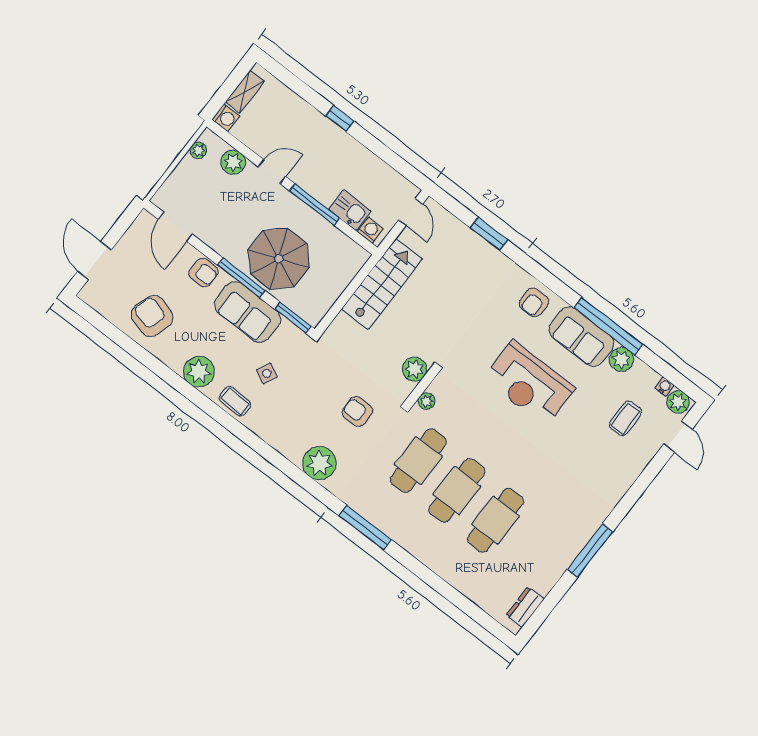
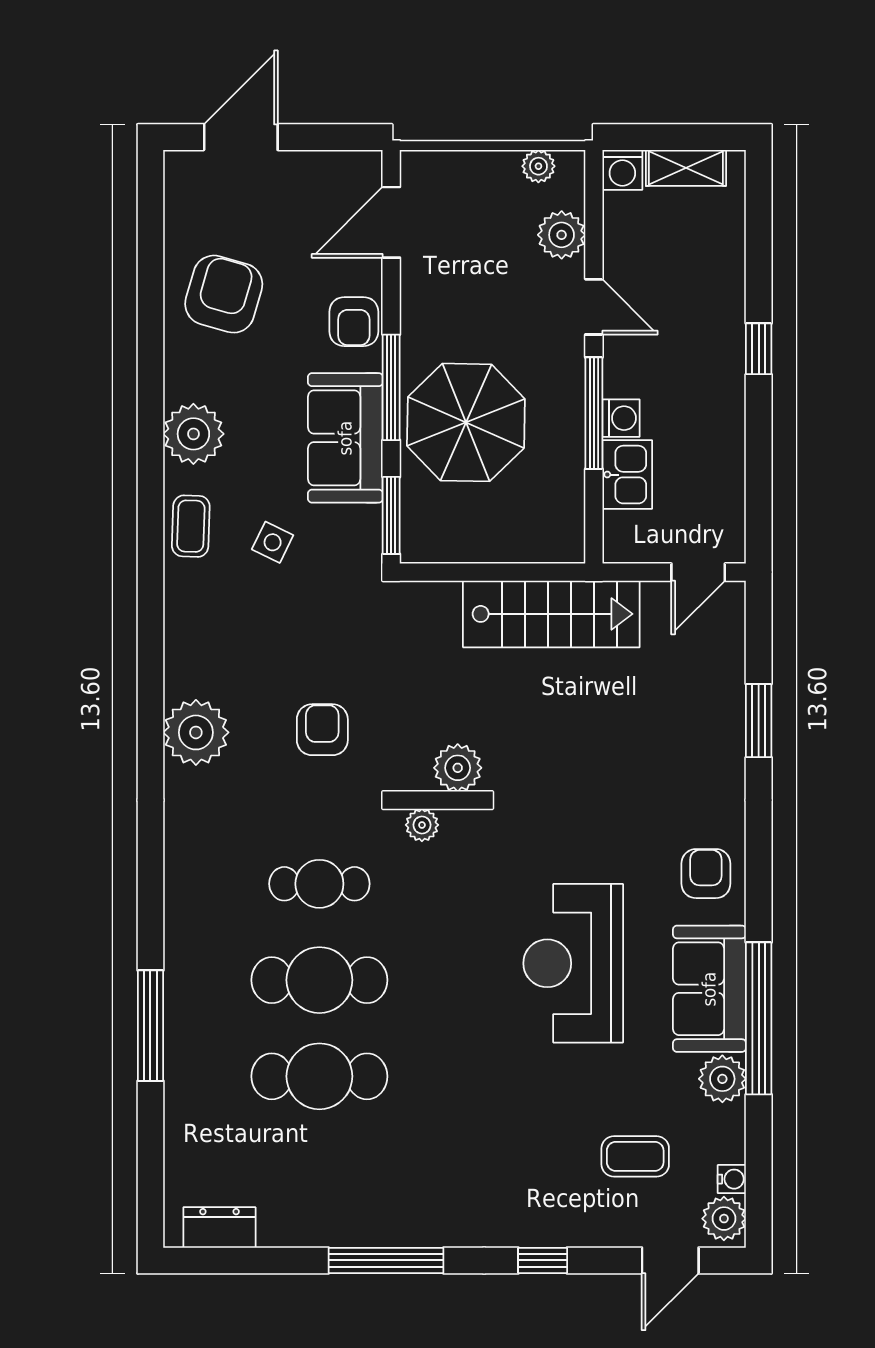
washing machine: (370, 230) -> (621, 418), moved
armchair: (534, 302) -> (706, 874), turned 90
cafe table: (418, 461) -> (319, 884), width x0.73, depth x0.74
window: (638, 488) -> (543, 1260), added
window: (365, 528) -> (150, 1026), moved

